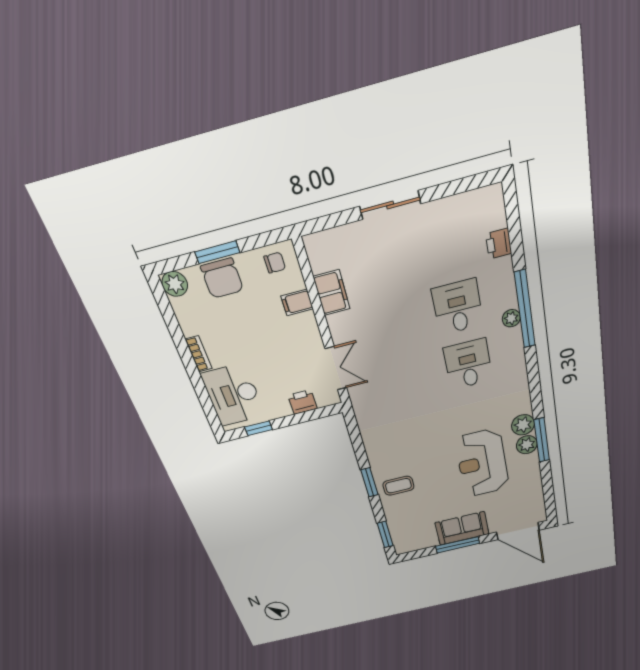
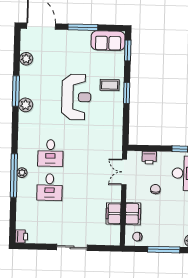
printer: (499, 244) -> (21, 236), moved
window: (217, 252) -> (164, 250), width x1.44
chair: (222, 278) -> (155, 189), moved, width x0.54, depth x0.54
filing cabinet: (297, 302) -> (133, 214), width x2.00
plant: (527, 445) -> (26, 59), moved
reception desk: (482, 463) -> (76, 97), moved
sofa: (462, 528) -> (108, 41), moved

